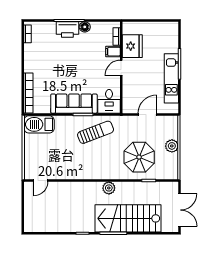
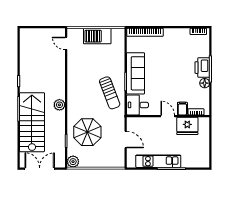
barbecue: (39, 124) -> (97, 36), moved, turned -90
plant: (172, 146) -> (73, 162), moved
double door: (179, 210) -> (40, 169), swing flipped

